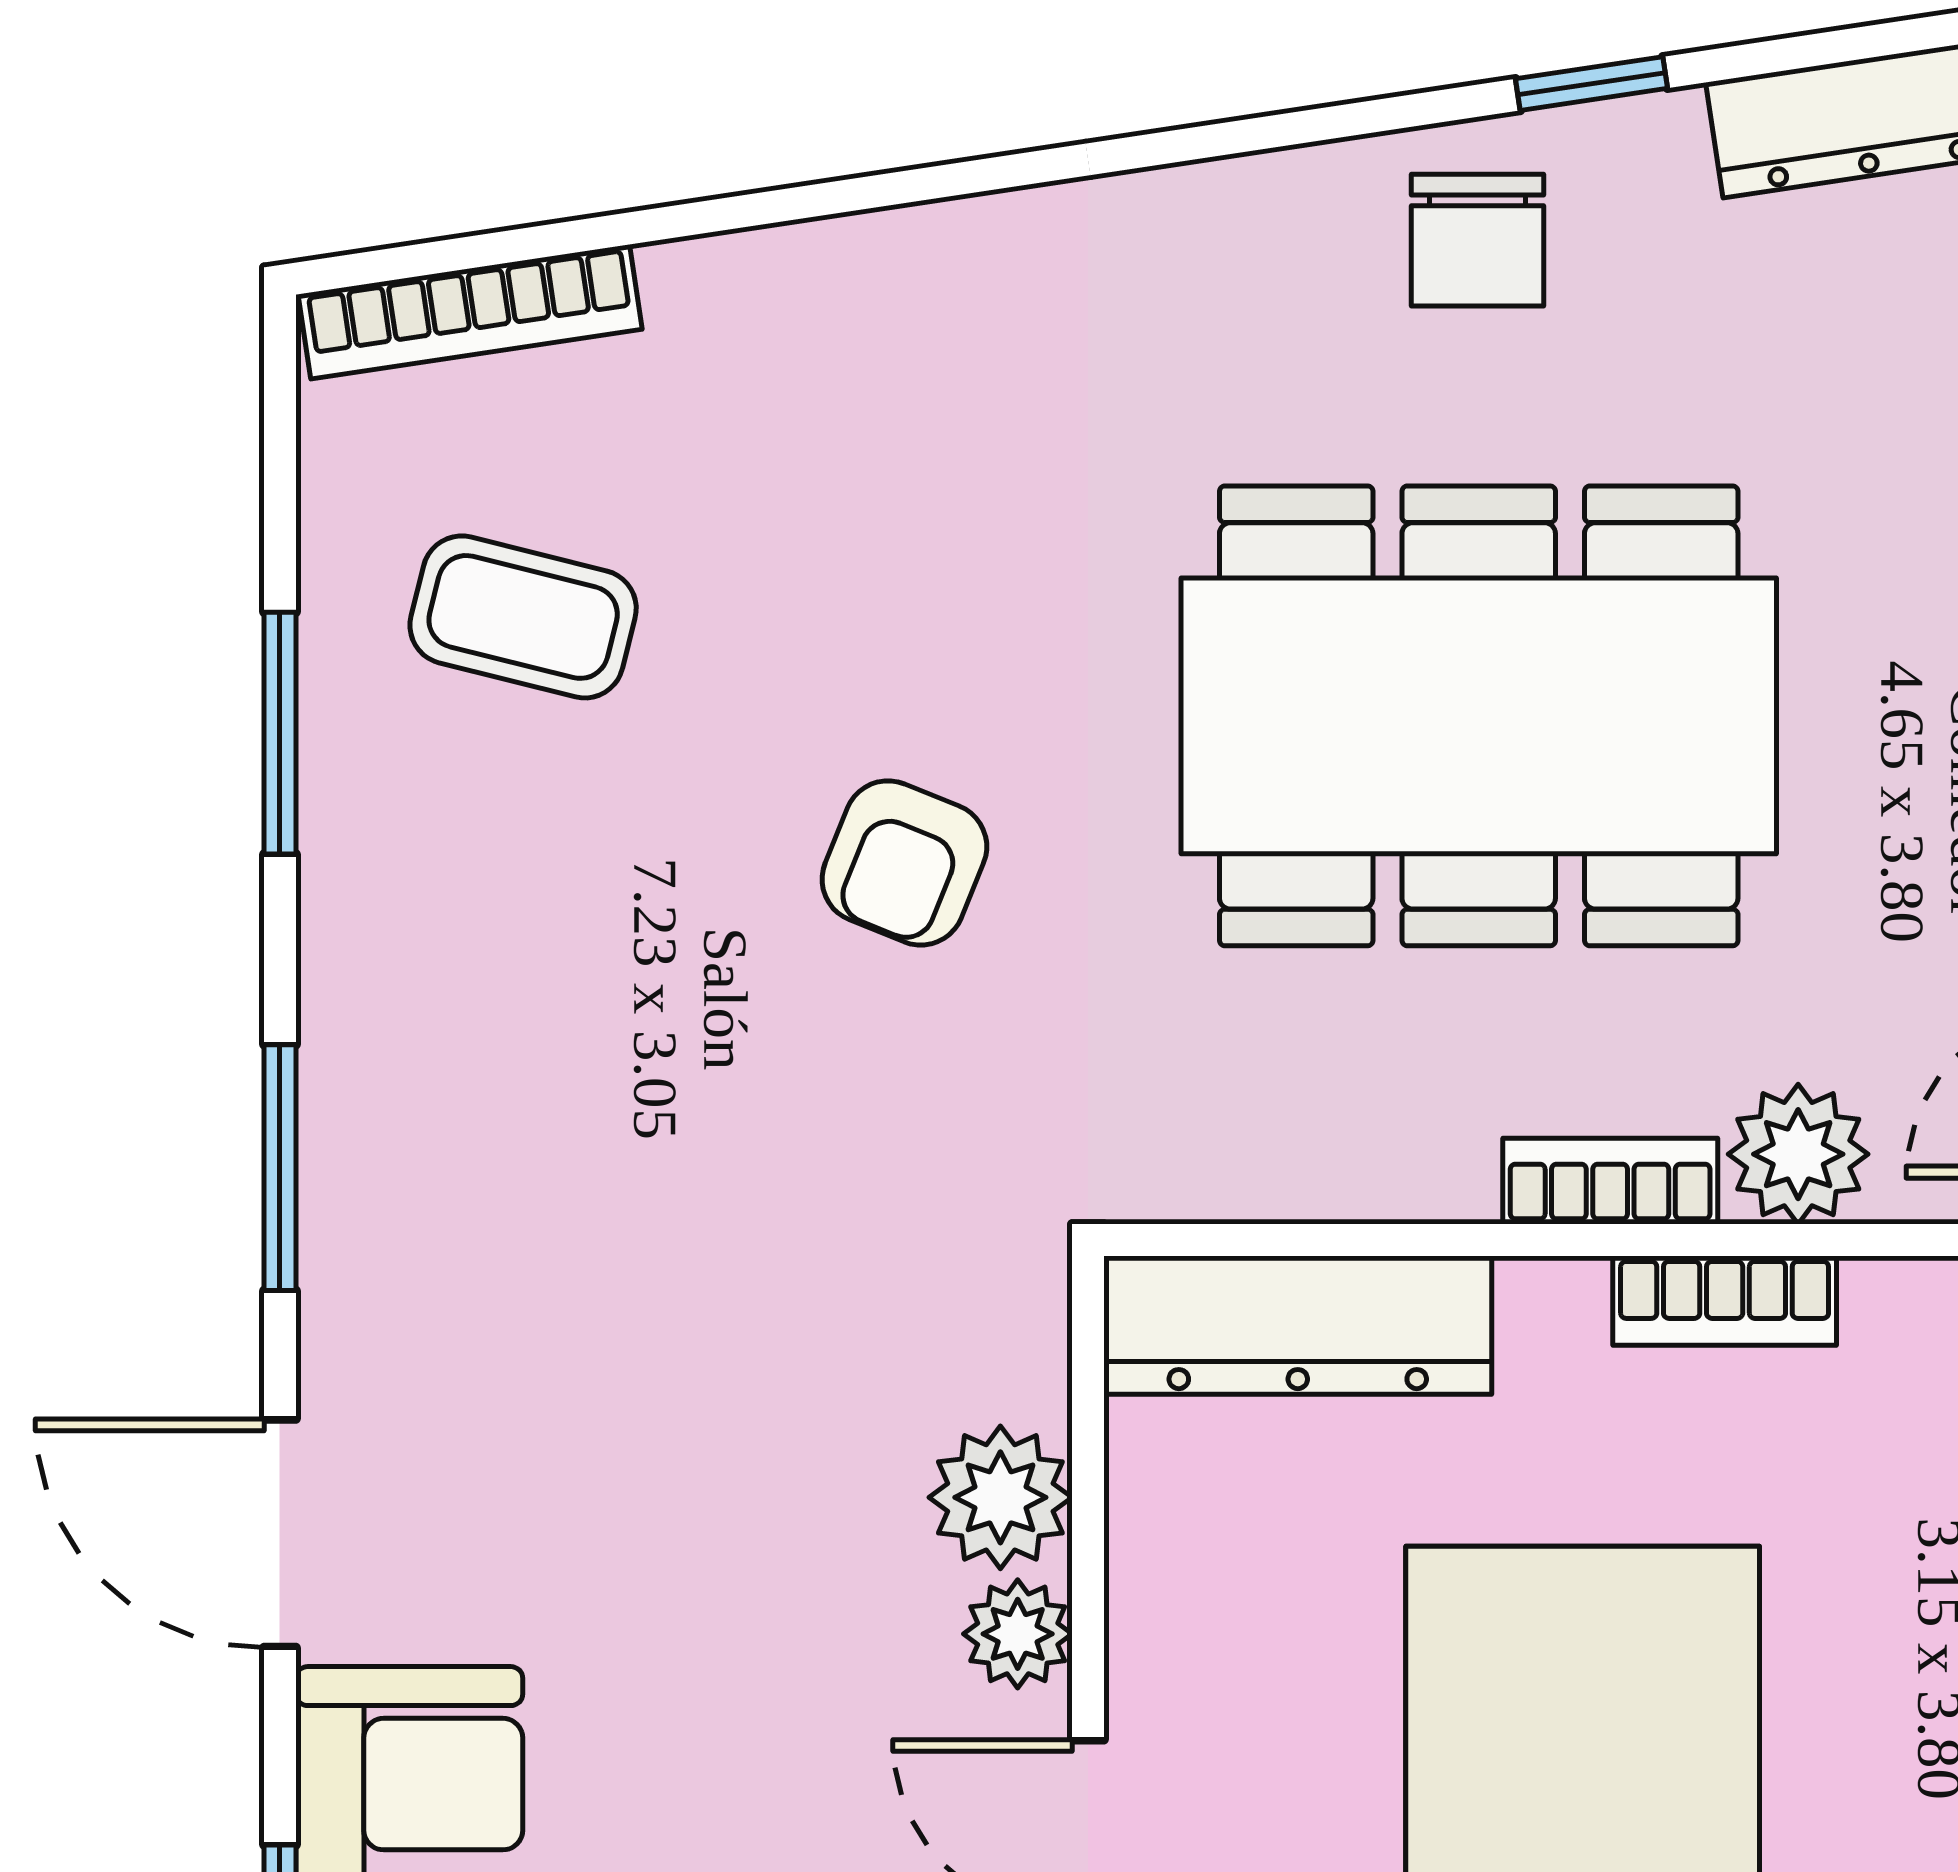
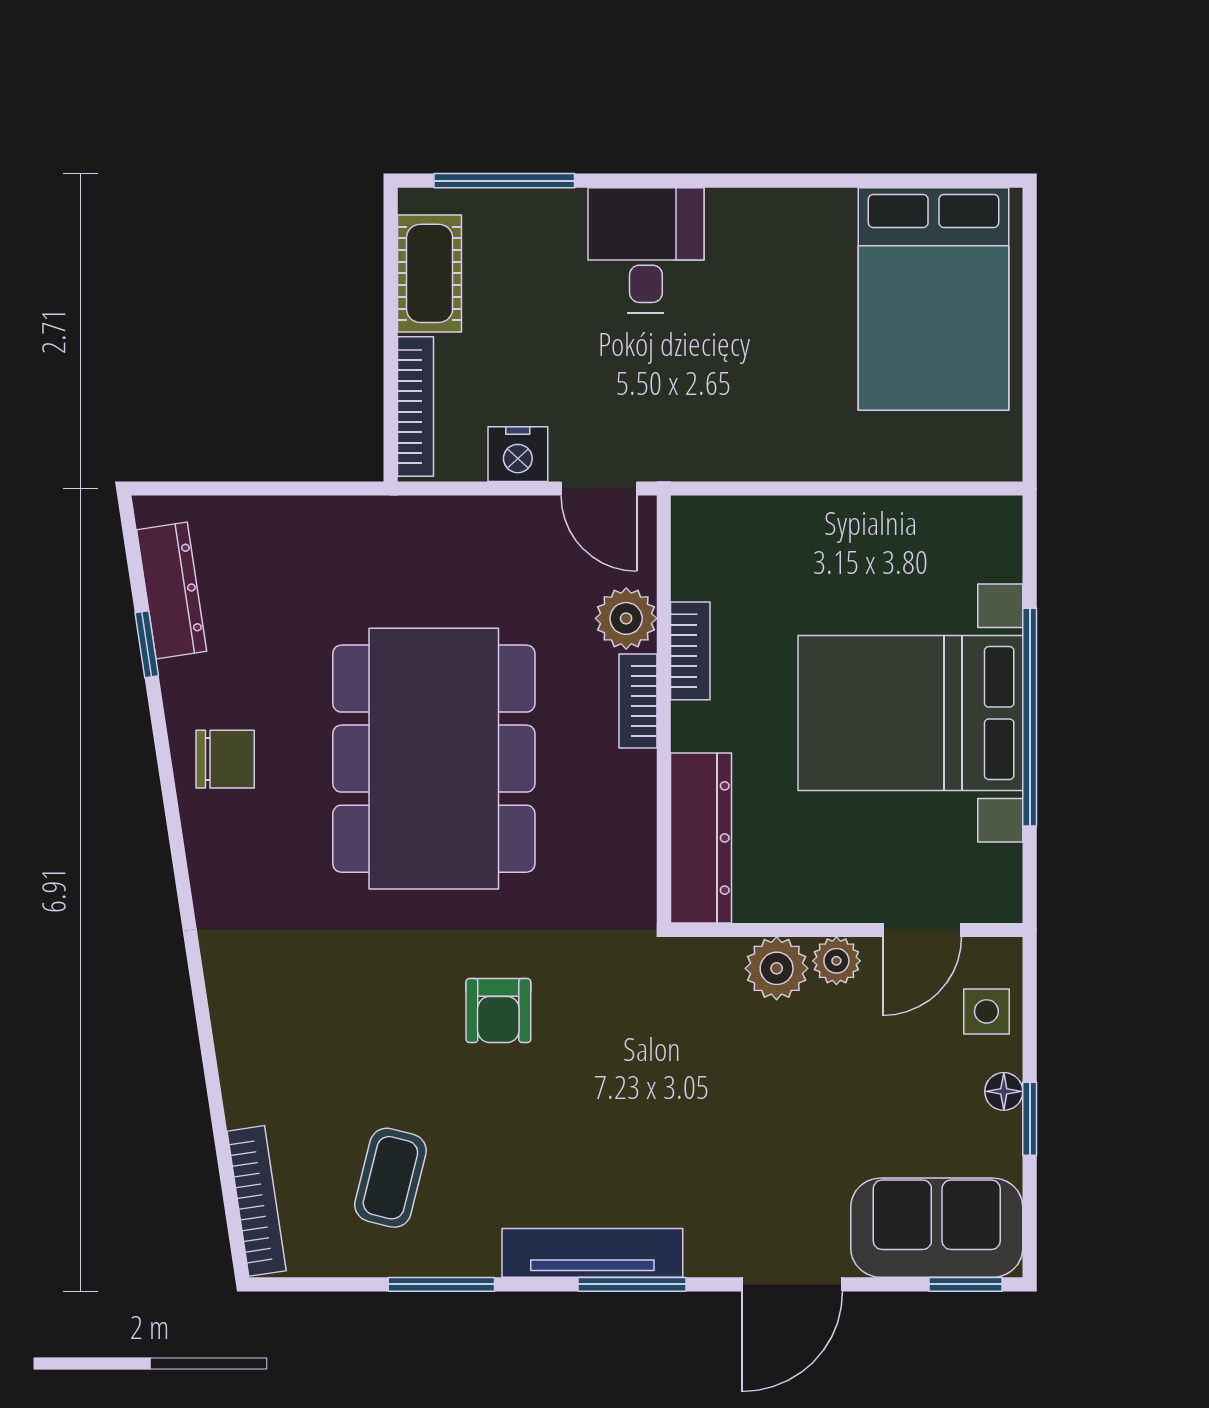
window: (1591, 84) -> (147, 644), moved
armchair: (904, 863) -> (498, 1010), turned 68
tv unit: (352, 1077) -> (592, 1253), added

